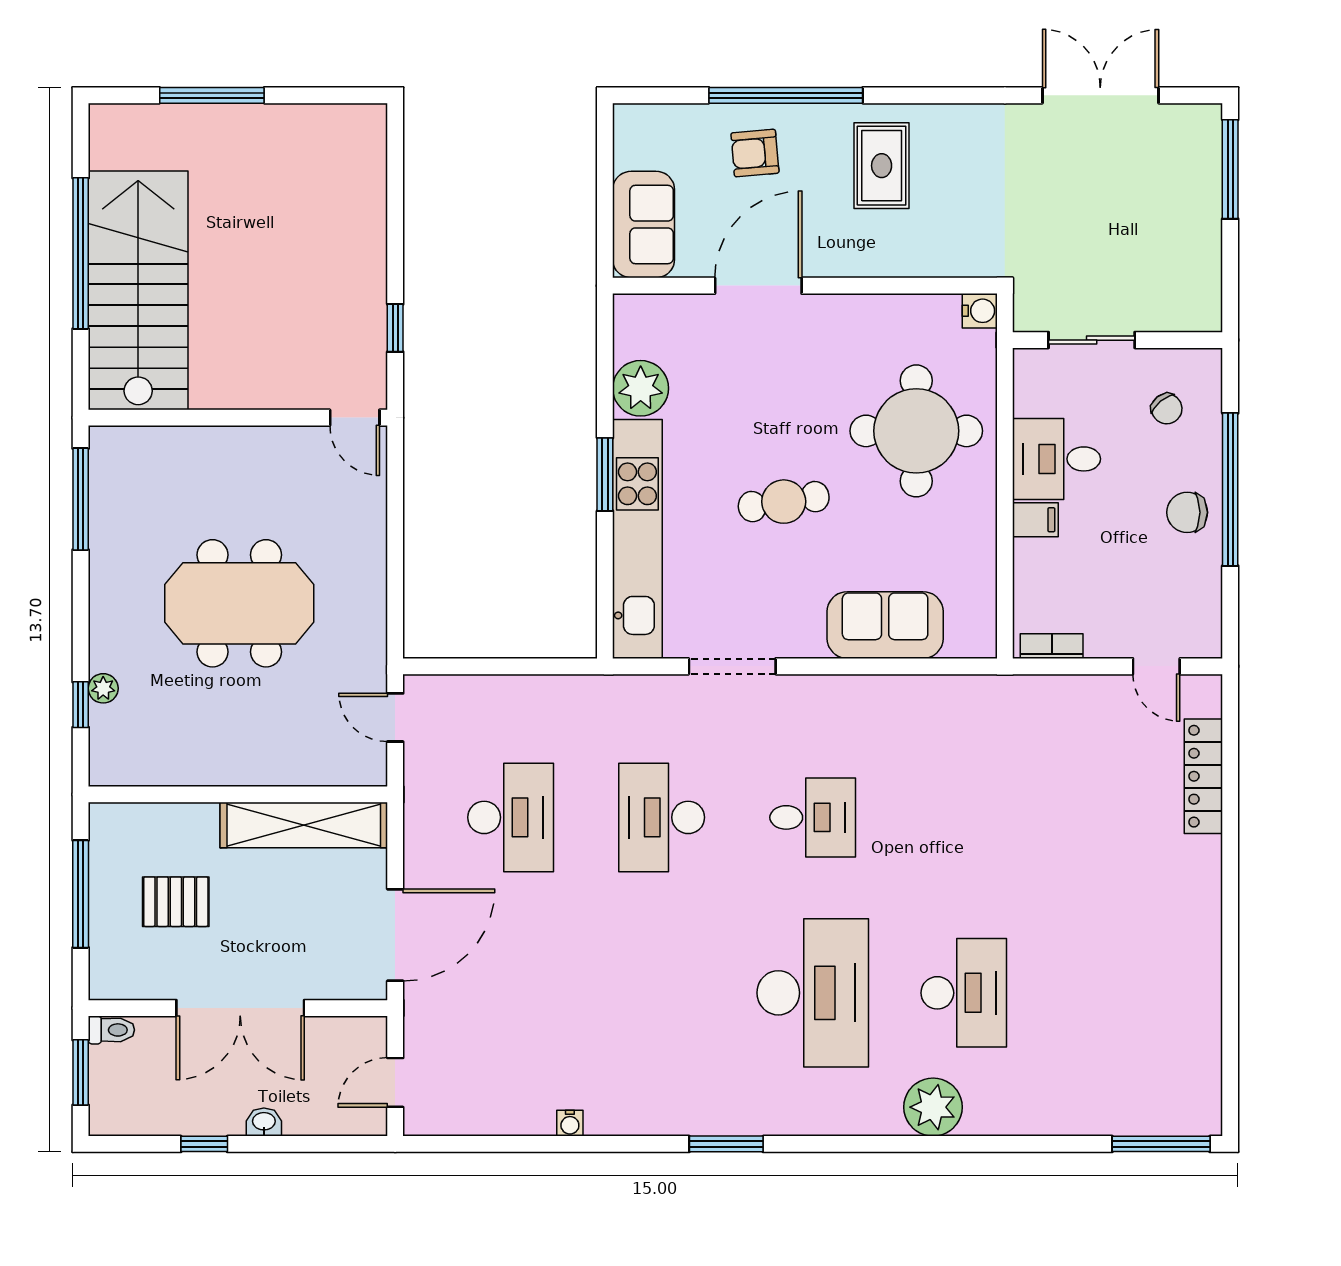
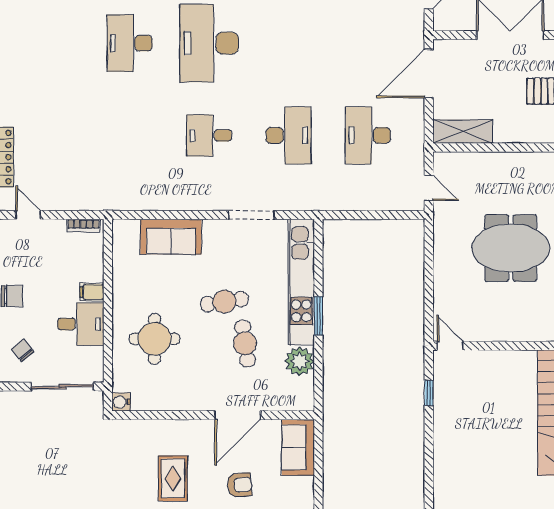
sliding door: (1092, 340) -> (62, 387), width x1.37
cafe table: (744, 422) -> (245, 343), added
round table: (916, 431) -> (155, 339), width x0.73, depth x0.73
shelving: (304, 825) -> (463, 131), width x0.68

